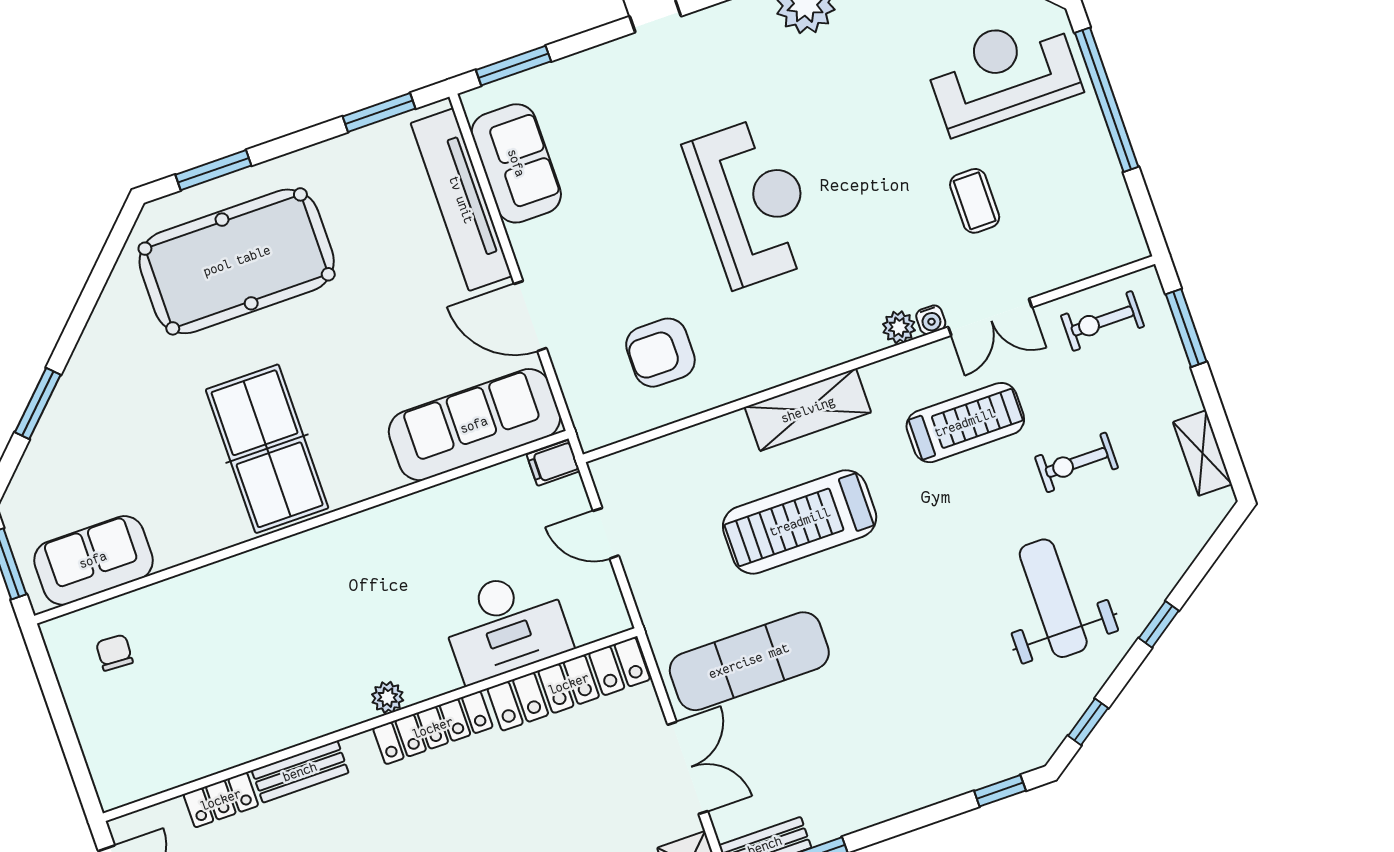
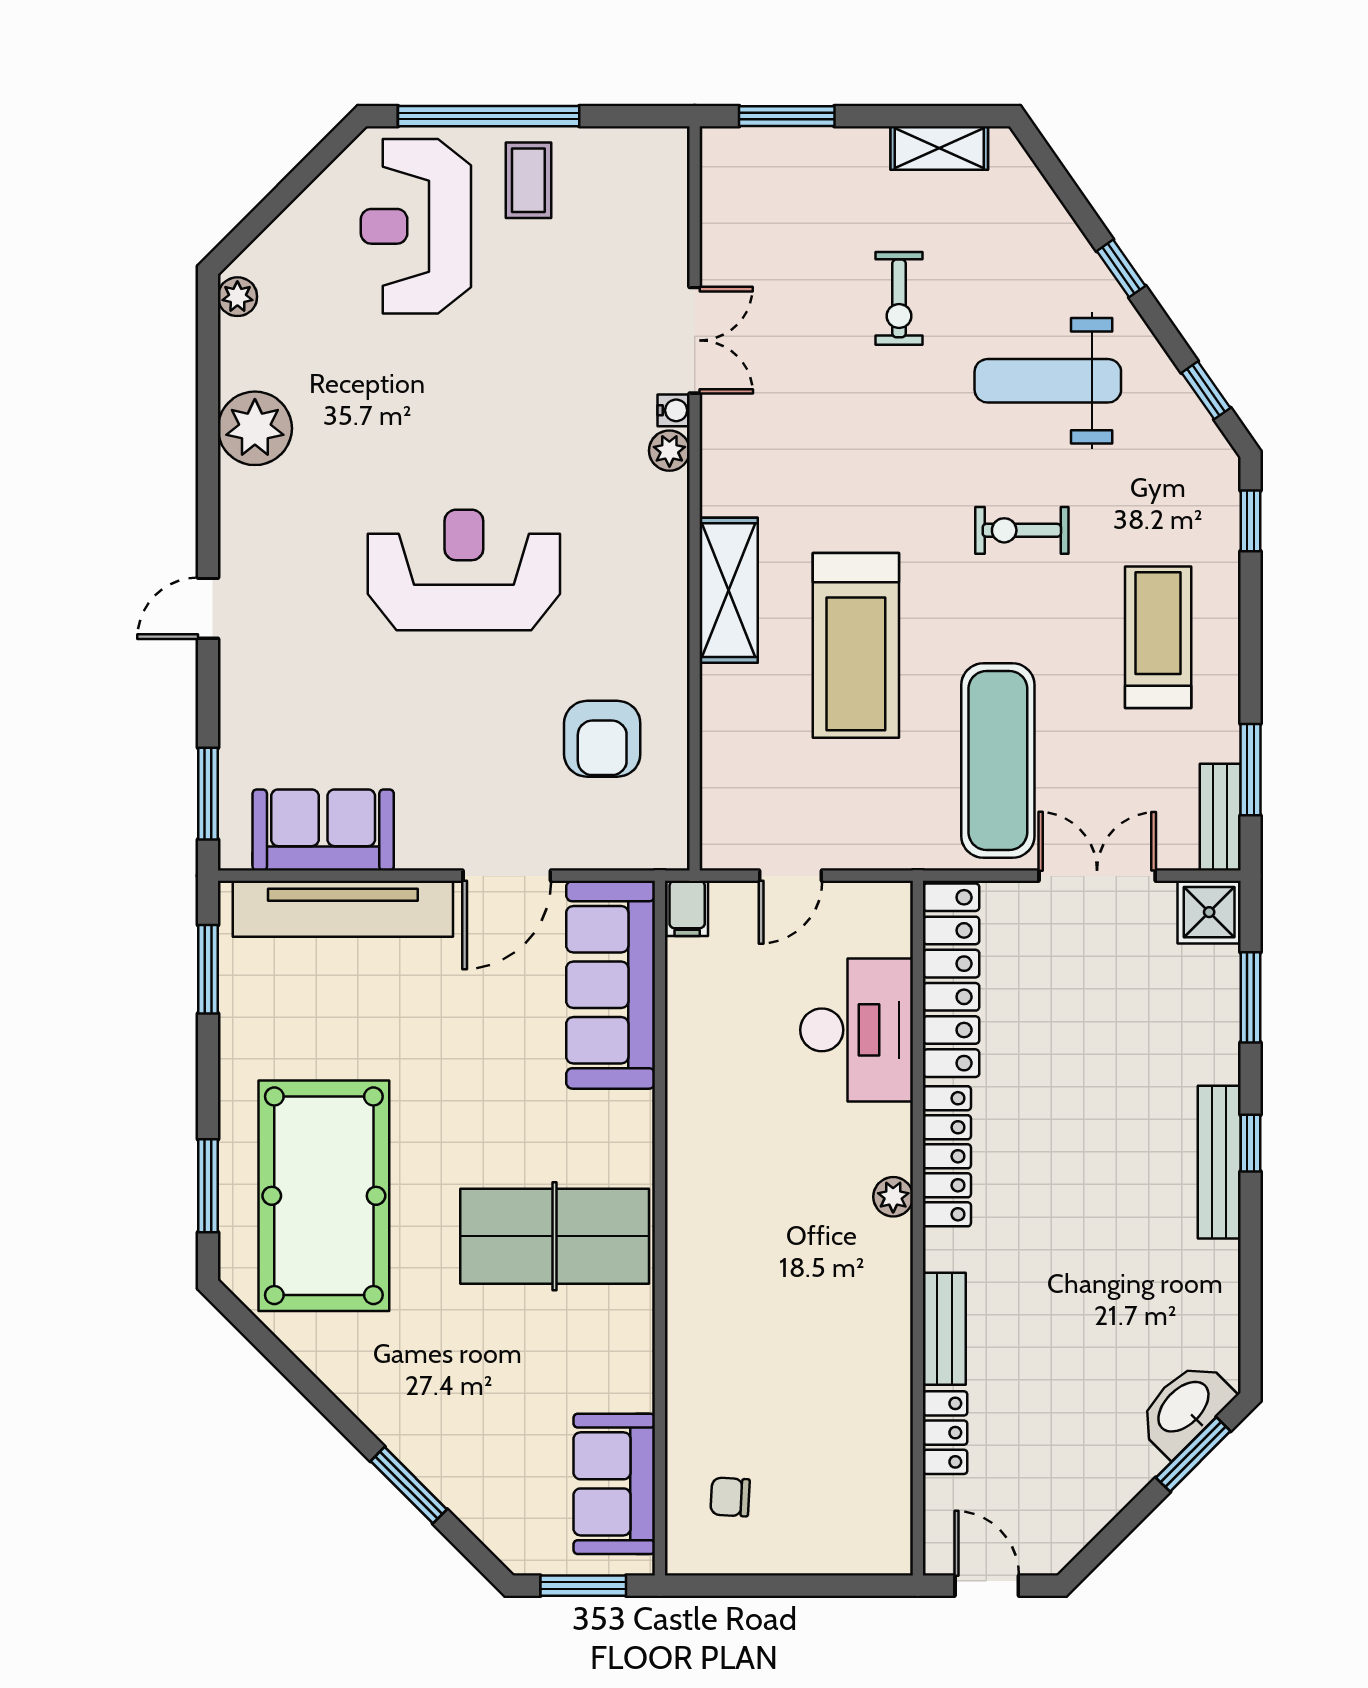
coffee table: (975, 201) -> (528, 180), moved, turned 90
exercise bike: (1102, 321) -> (1022, 530), moved, turned 90
treadmill: (965, 423) -> (1158, 637), moved

